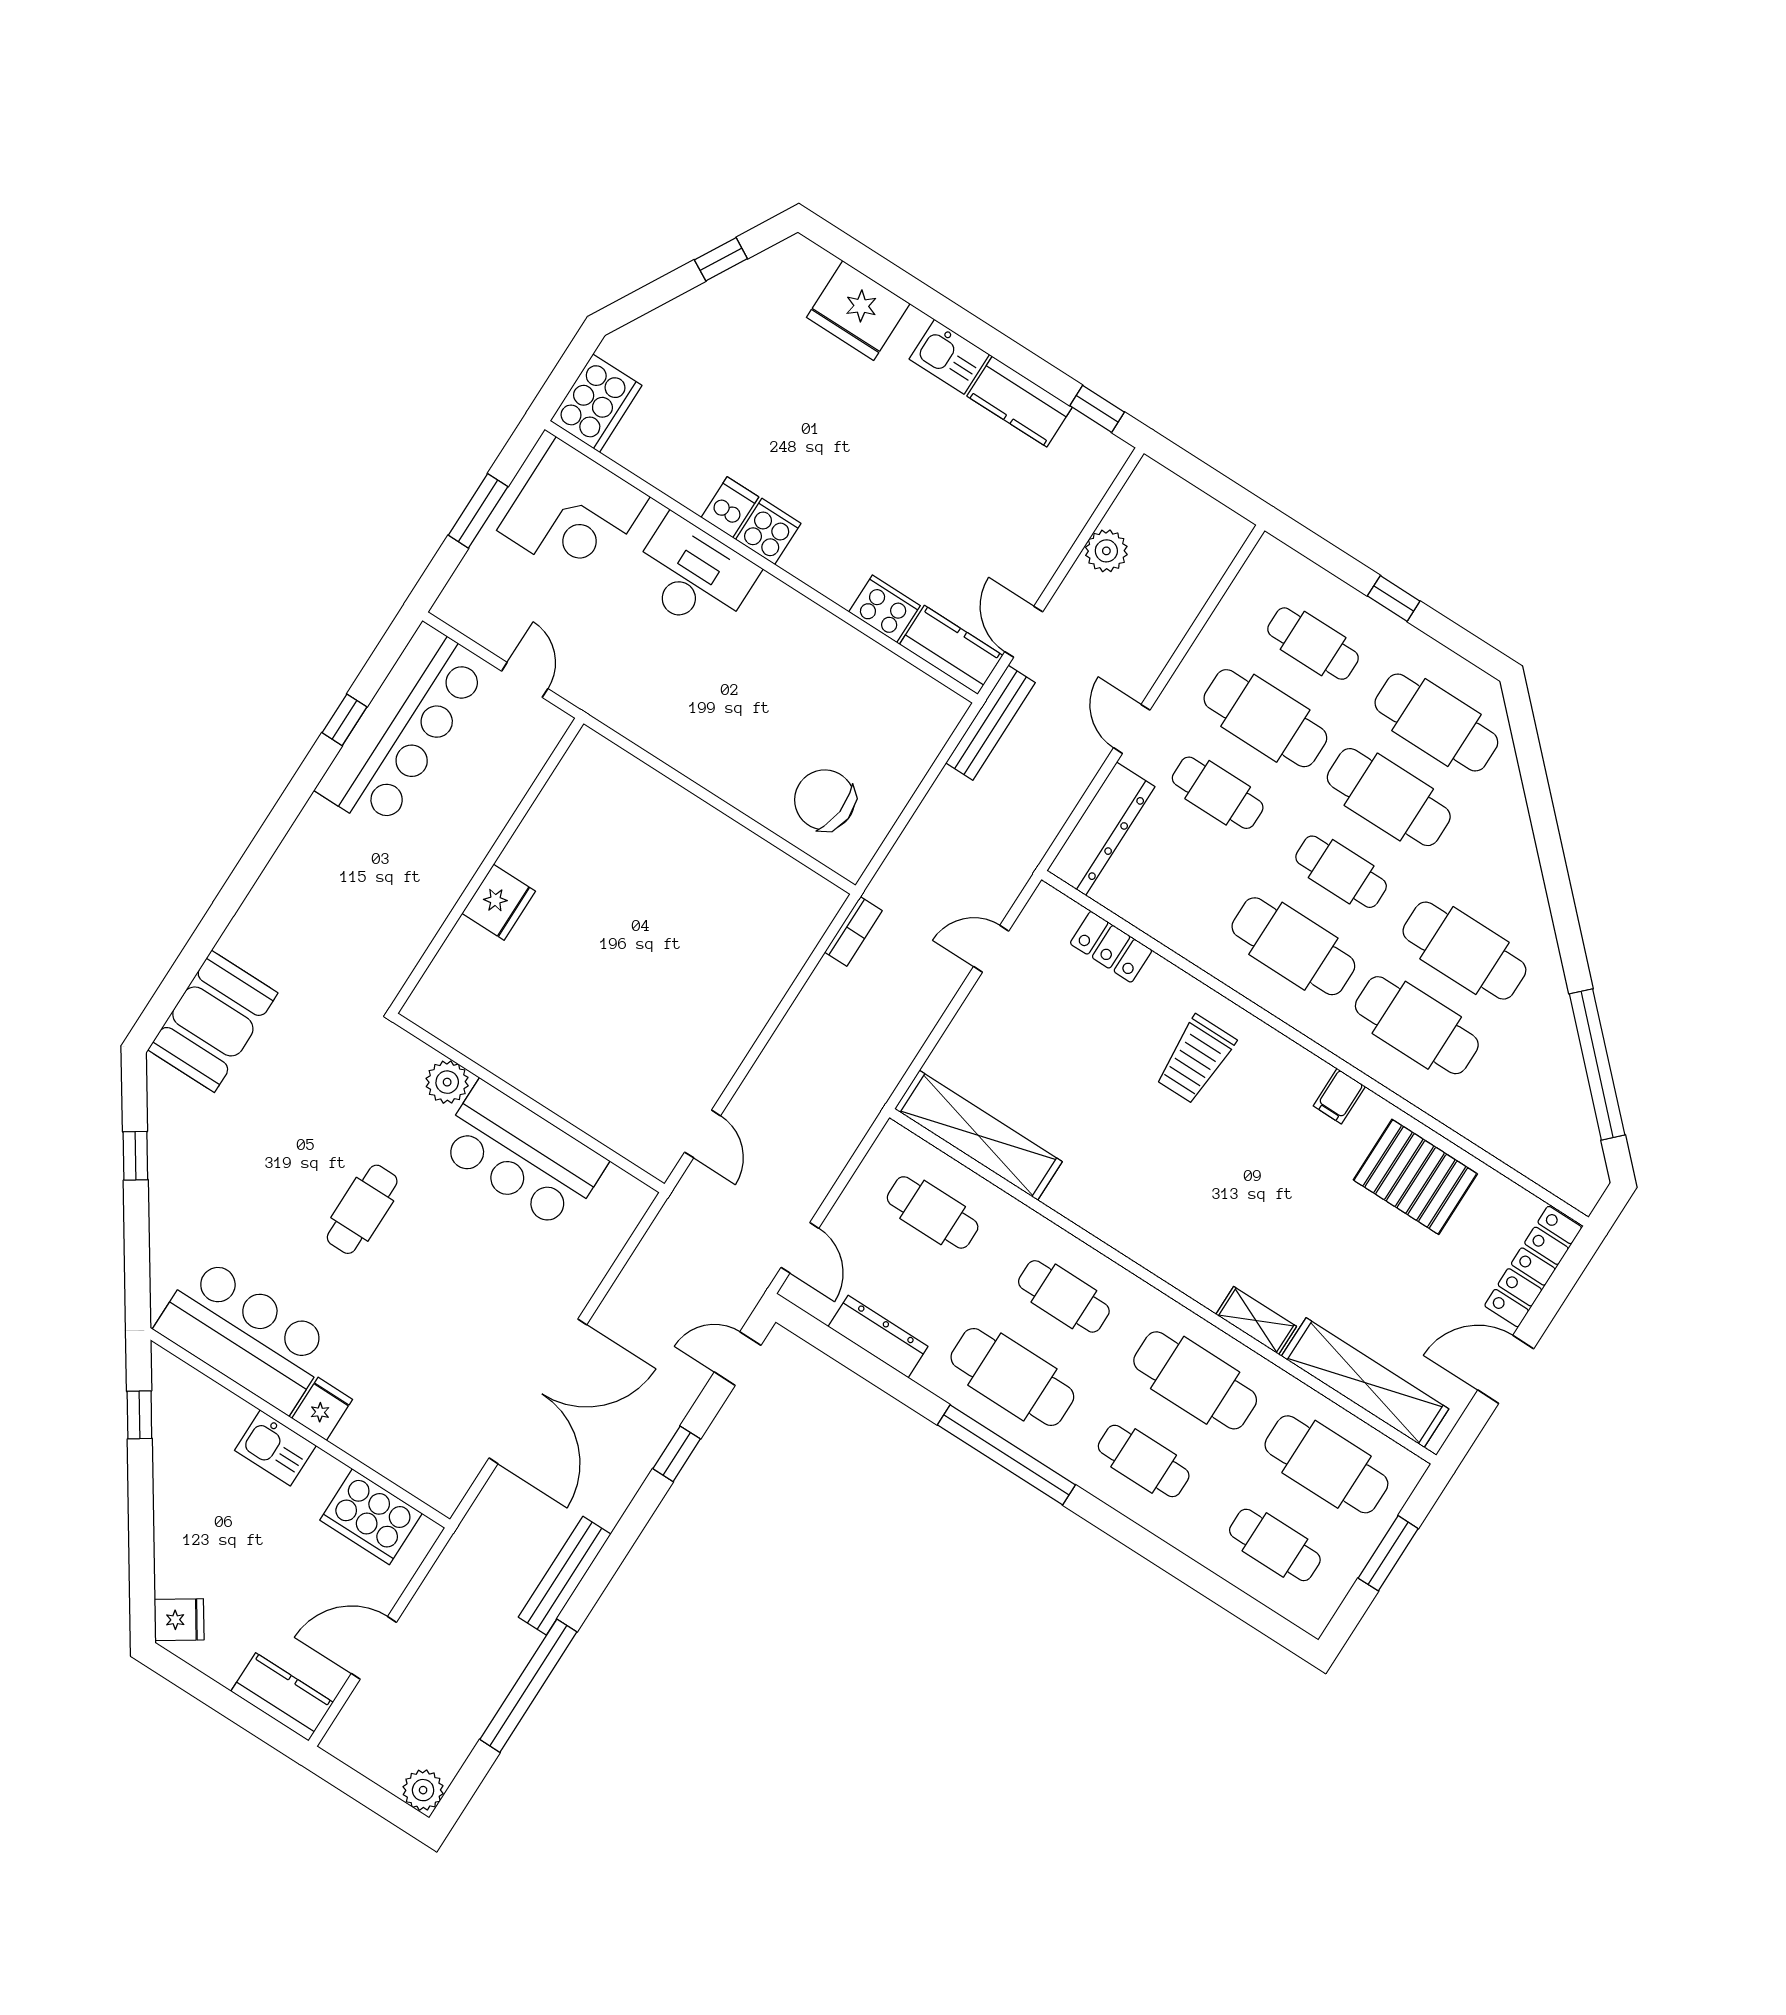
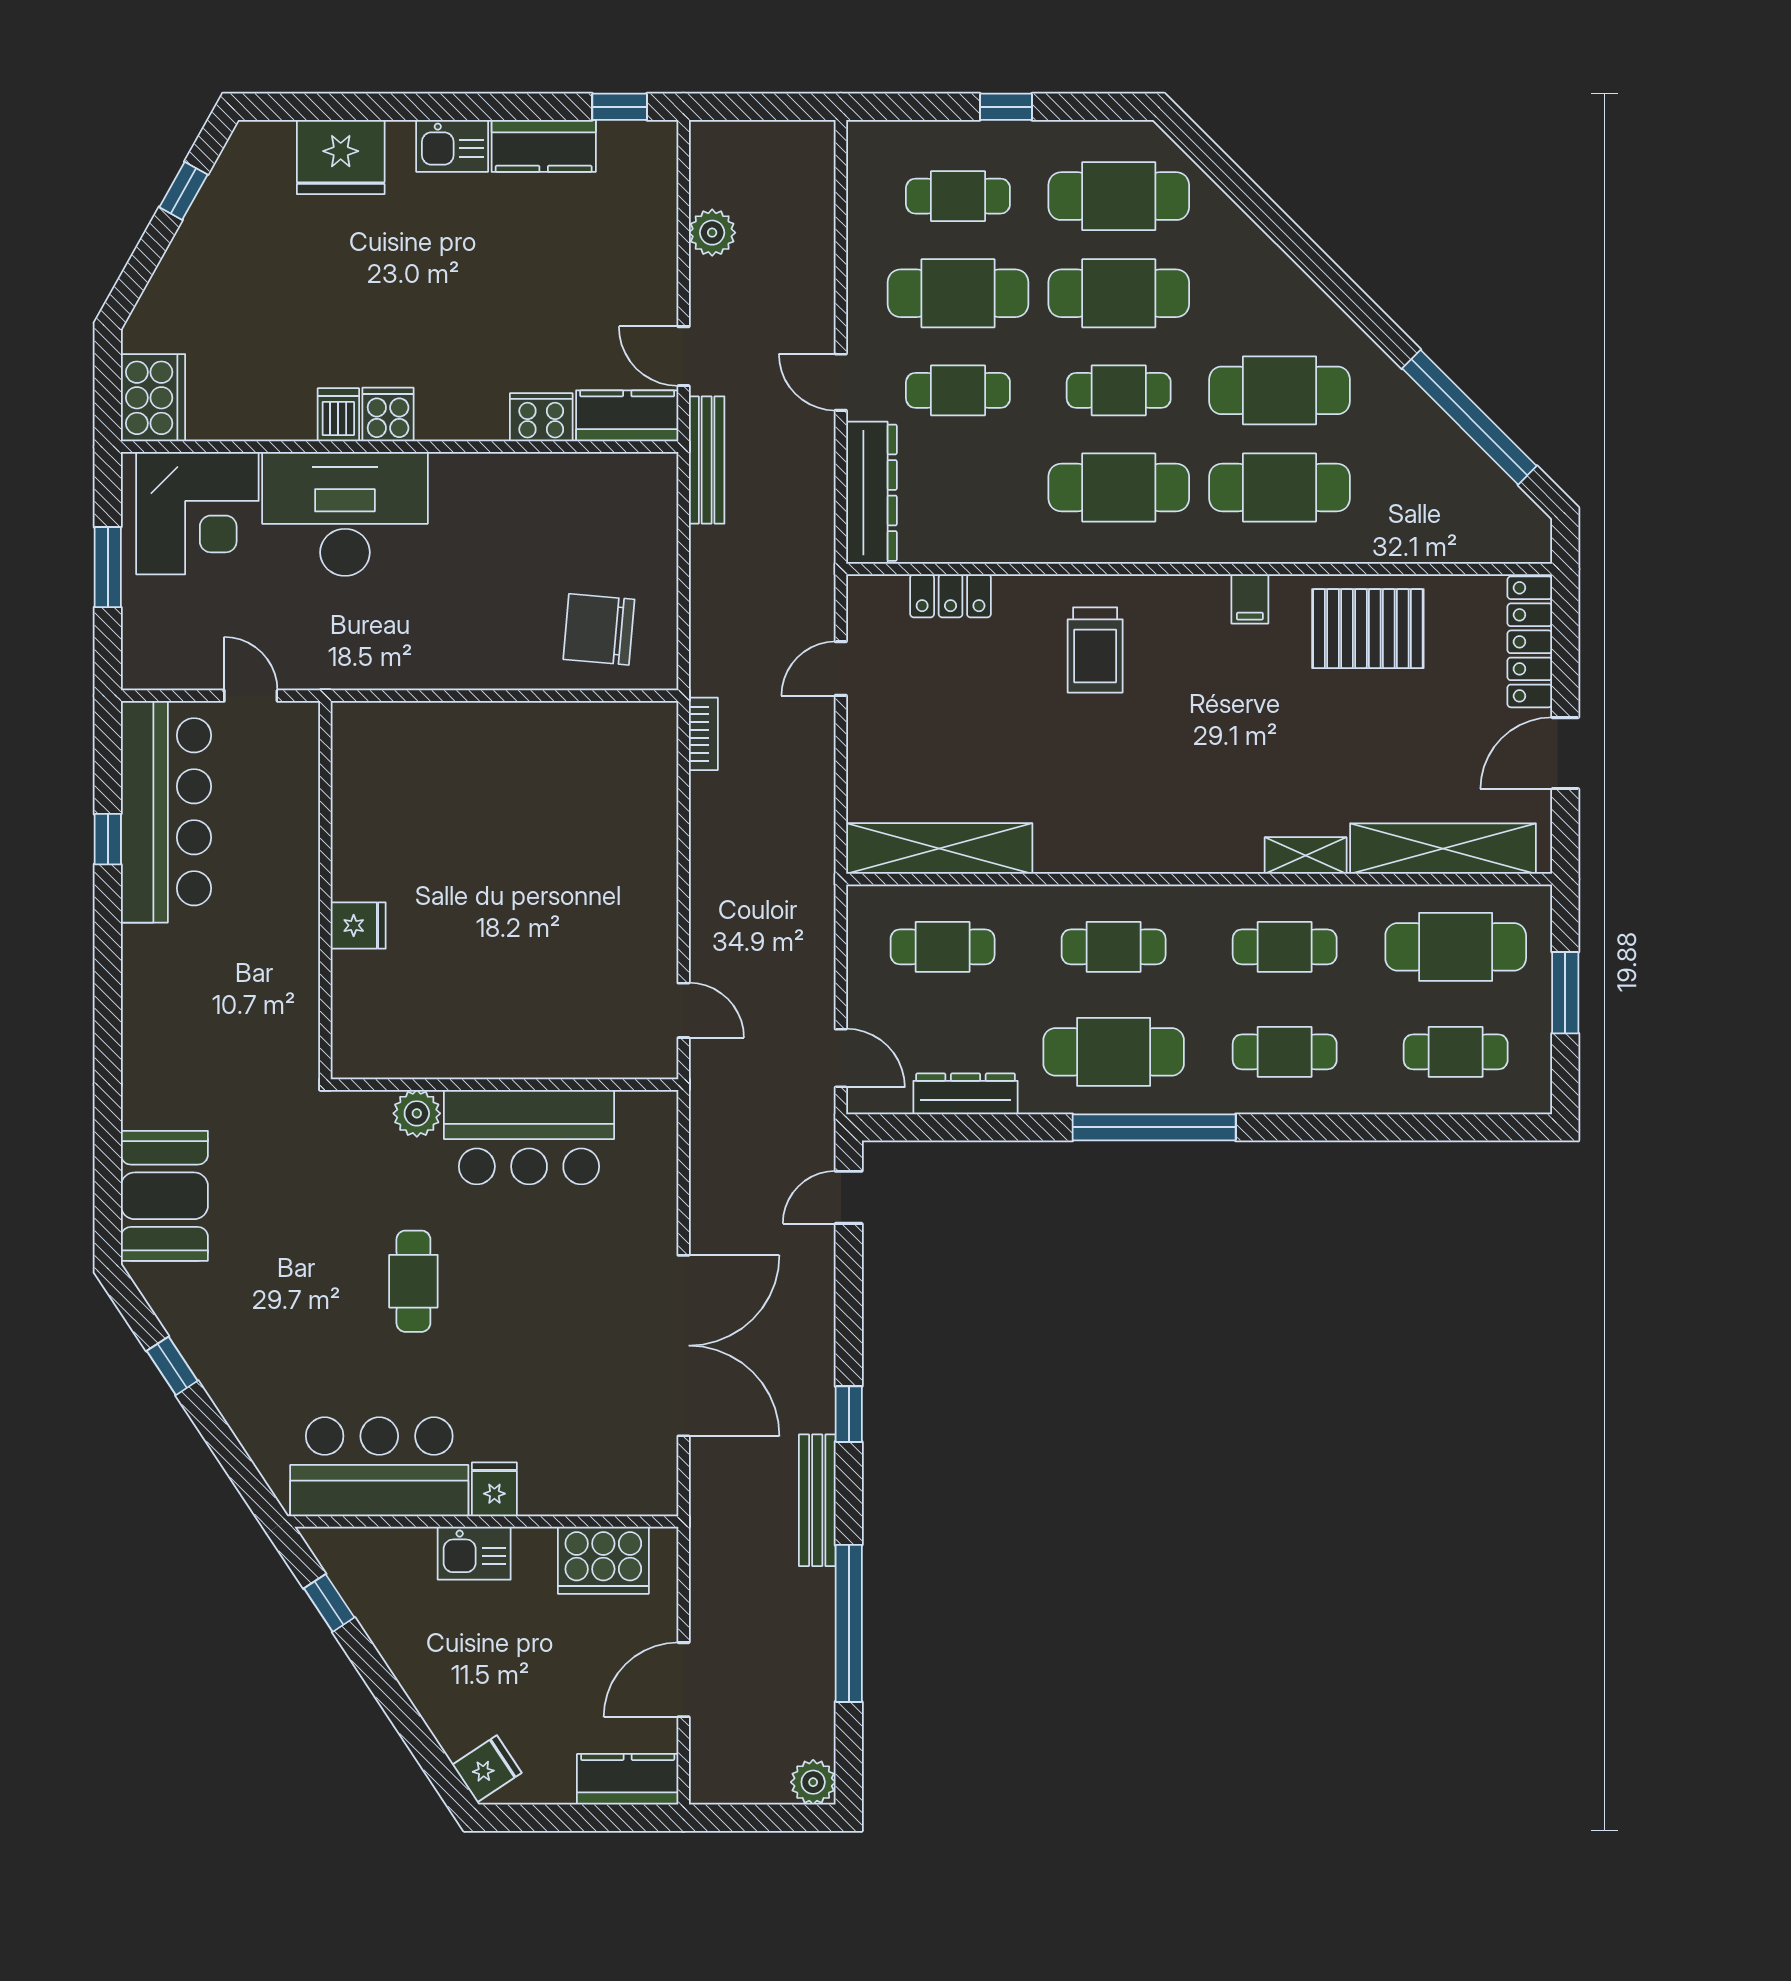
desk: (693, 576) -> (345, 514), width x1.36, depth x1.30
fridge: (499, 902) -> (358, 925), width x0.72
cafe table: (1195, 1380) -> (1285, 947), width x0.73, depth x0.74
window: (677, 1454) -> (849, 1414), moved

